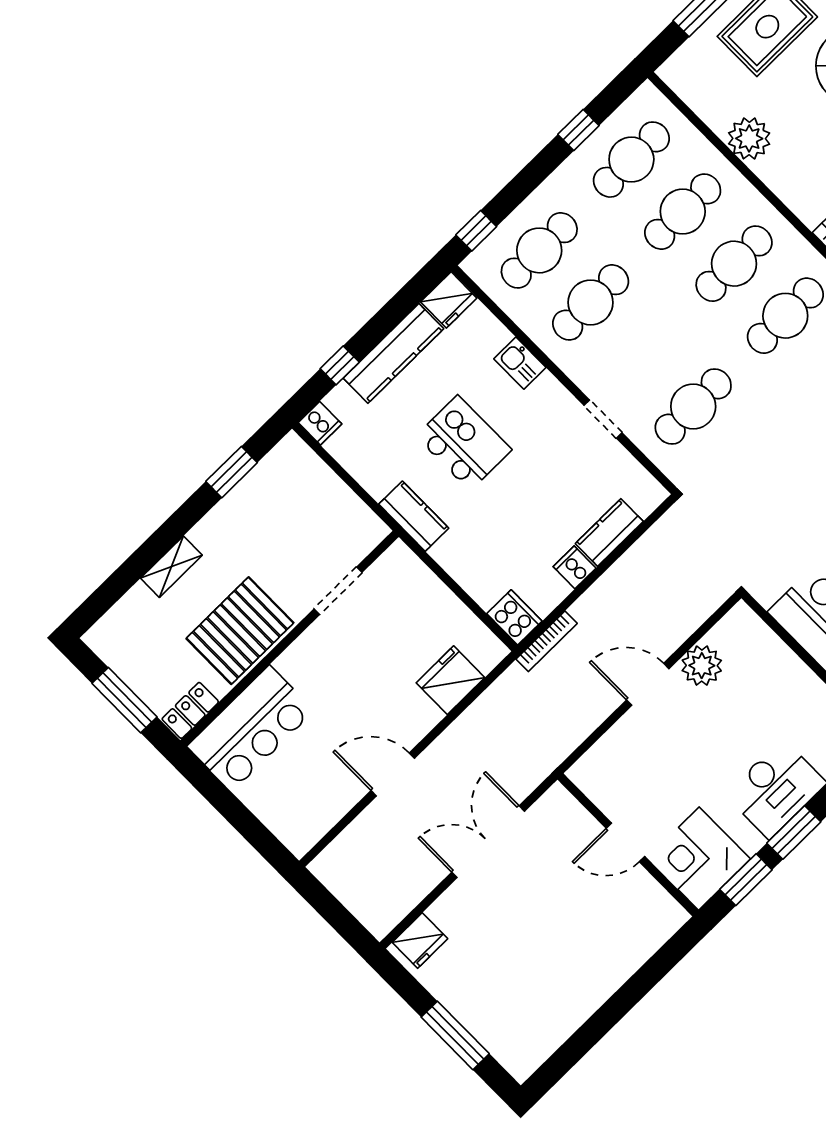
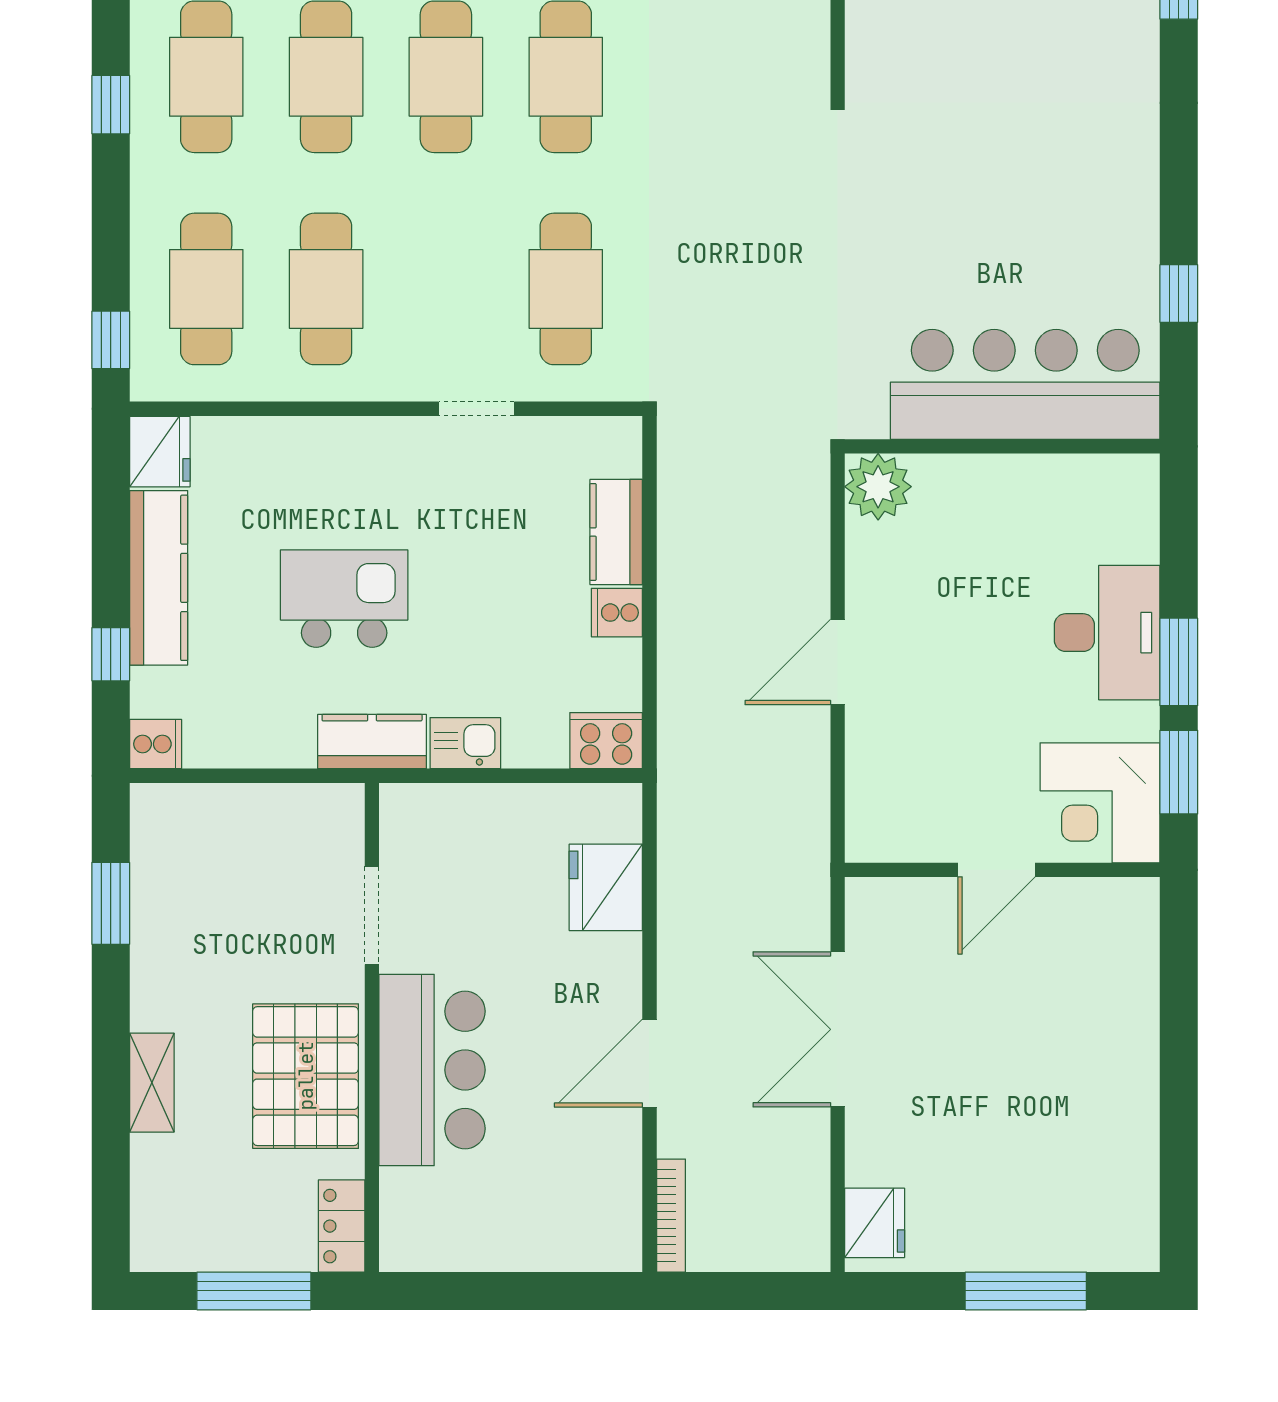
kitchen sink: (520, 363) -> (465, 743), moved, turned 180
bookcase: (547, 641) -> (671, 1216), moved
plant: (702, 666) -> (878, 487), moved
bar counter: (251, 729) -> (432, 1070), moved

